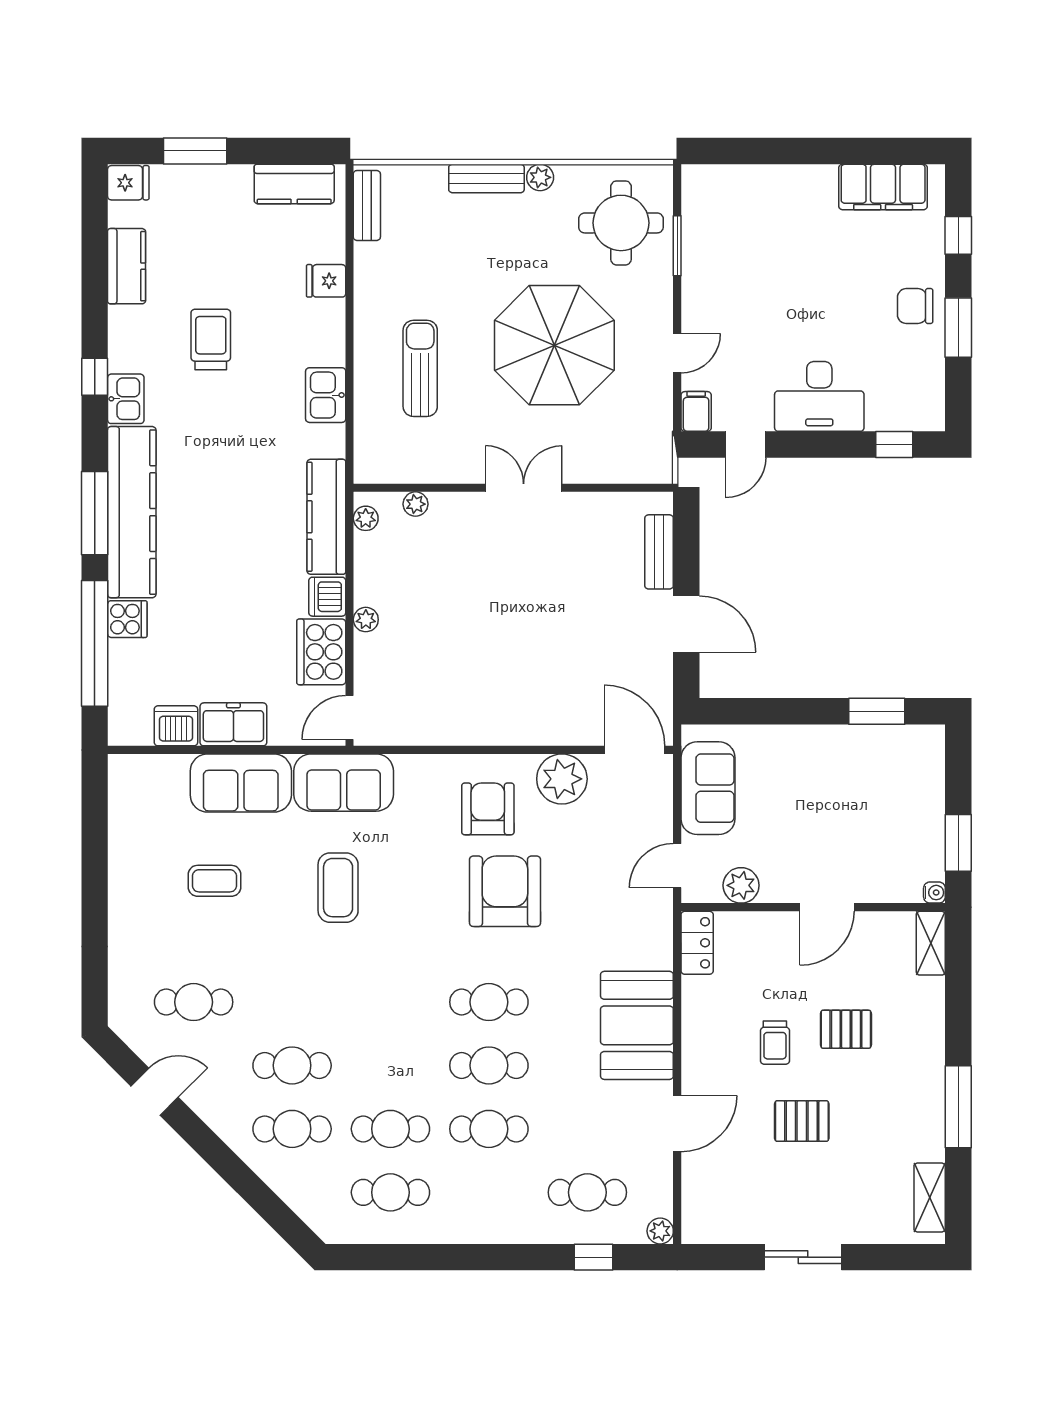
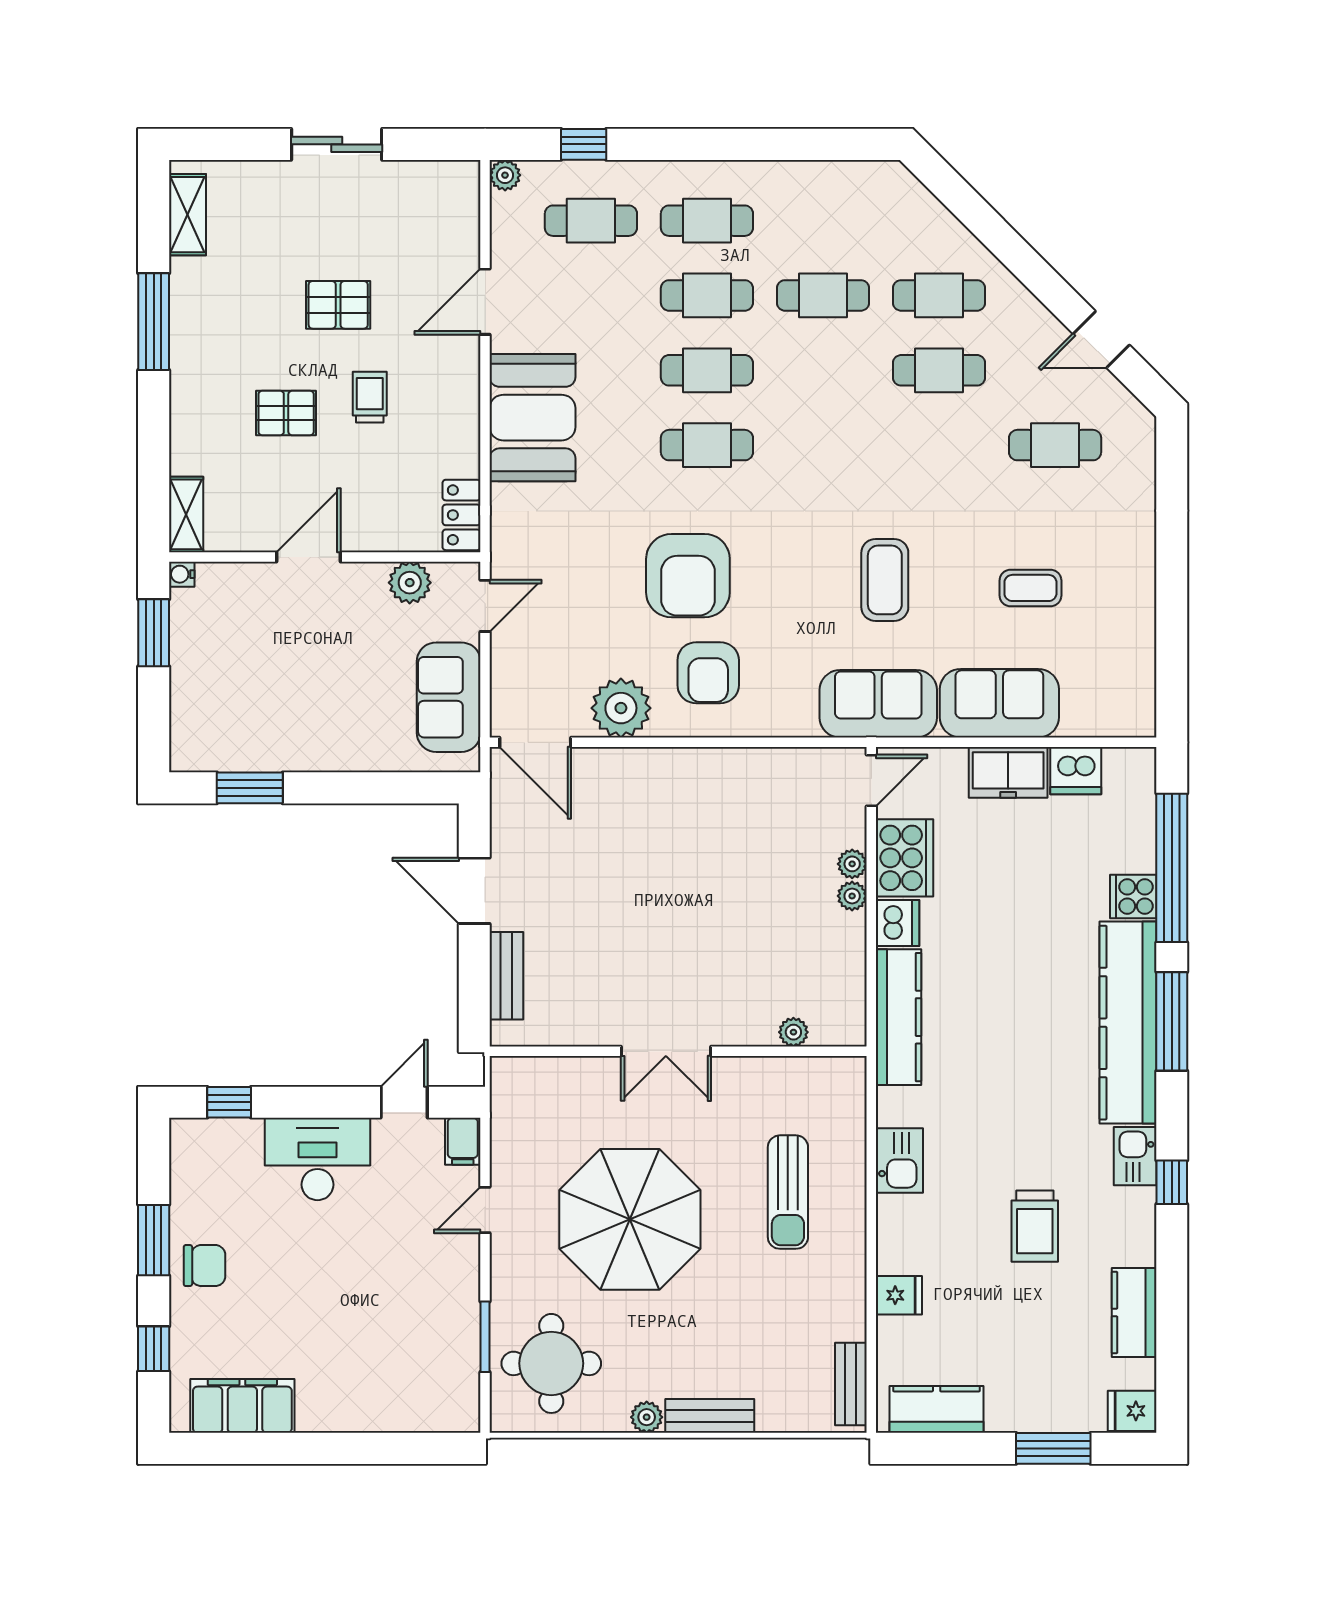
plant: (366, 518) -> (852, 864), moved
cafe table: (390, 1192) -> (707, 221), moved

